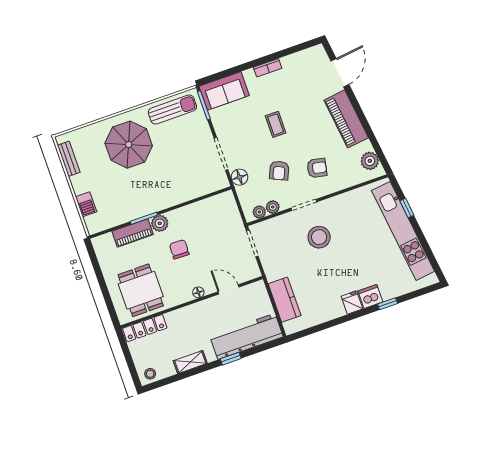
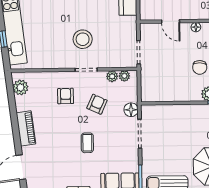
piano: (346, 119) -> (26, 128), width x0.73, depth x0.75
armchair: (317, 168) -> (66, 96), turned 79

